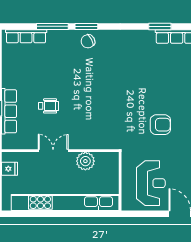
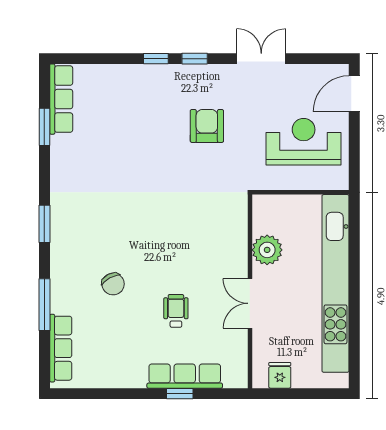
window: (86, 26) -> (44, 224), moved
chair: (88, 41) -> (113, 284), moved

